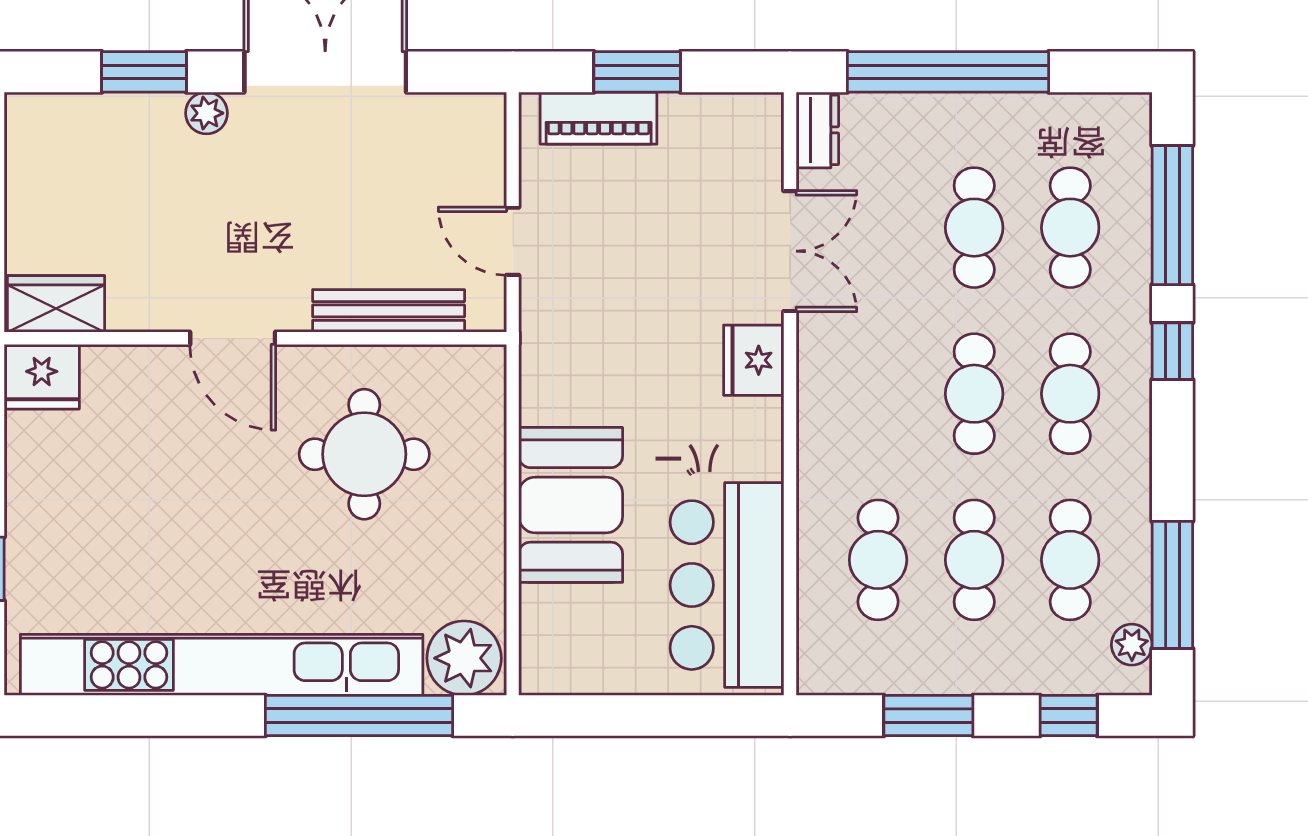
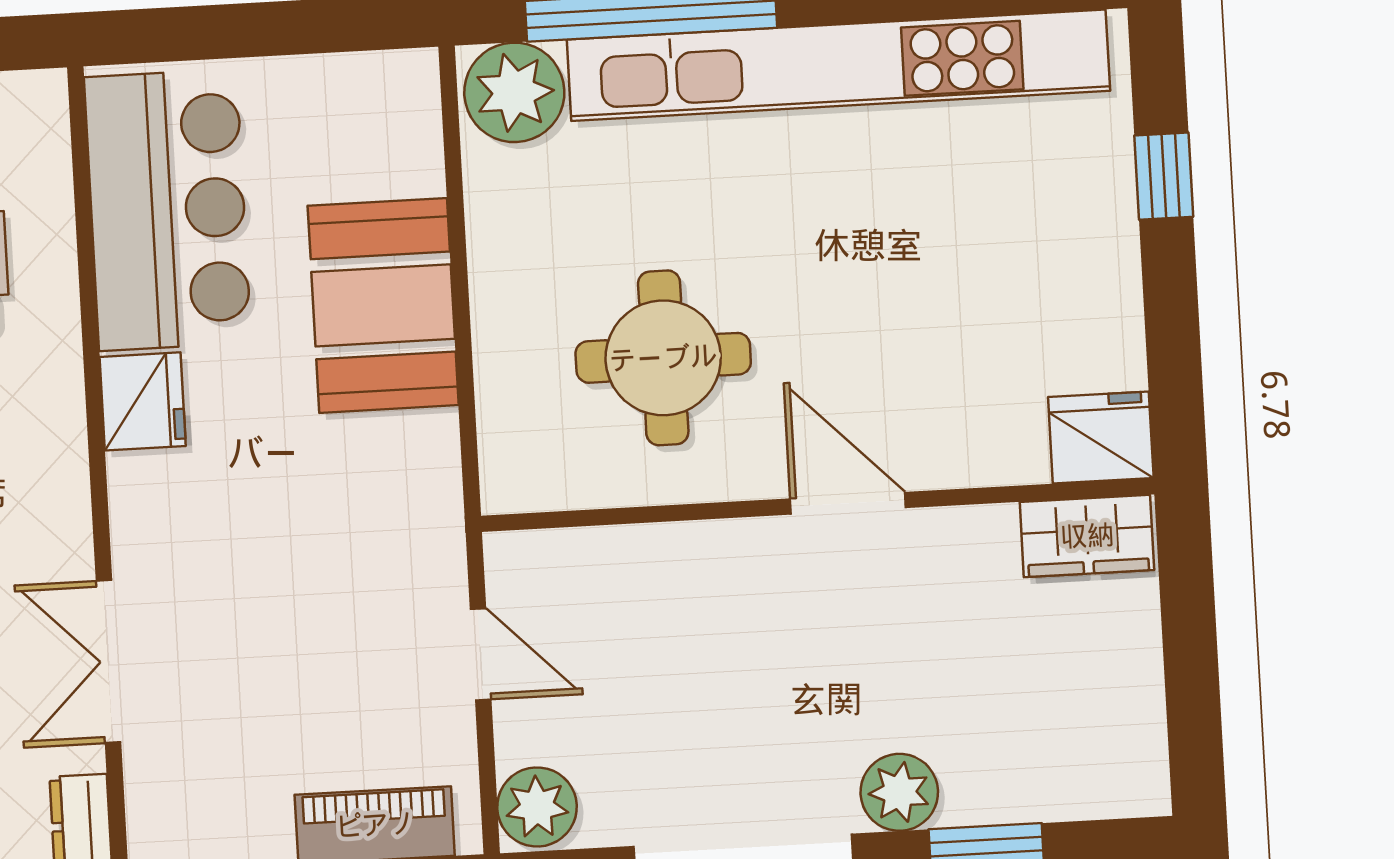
plant: (206, 113) -> (899, 792), width x1.38, depth x1.38
plant: (477, 125) -> (537, 807), added
bench: (389, 311) -> (641, 552), removed
fridge: (754, 360) -> (143, 401), moved

